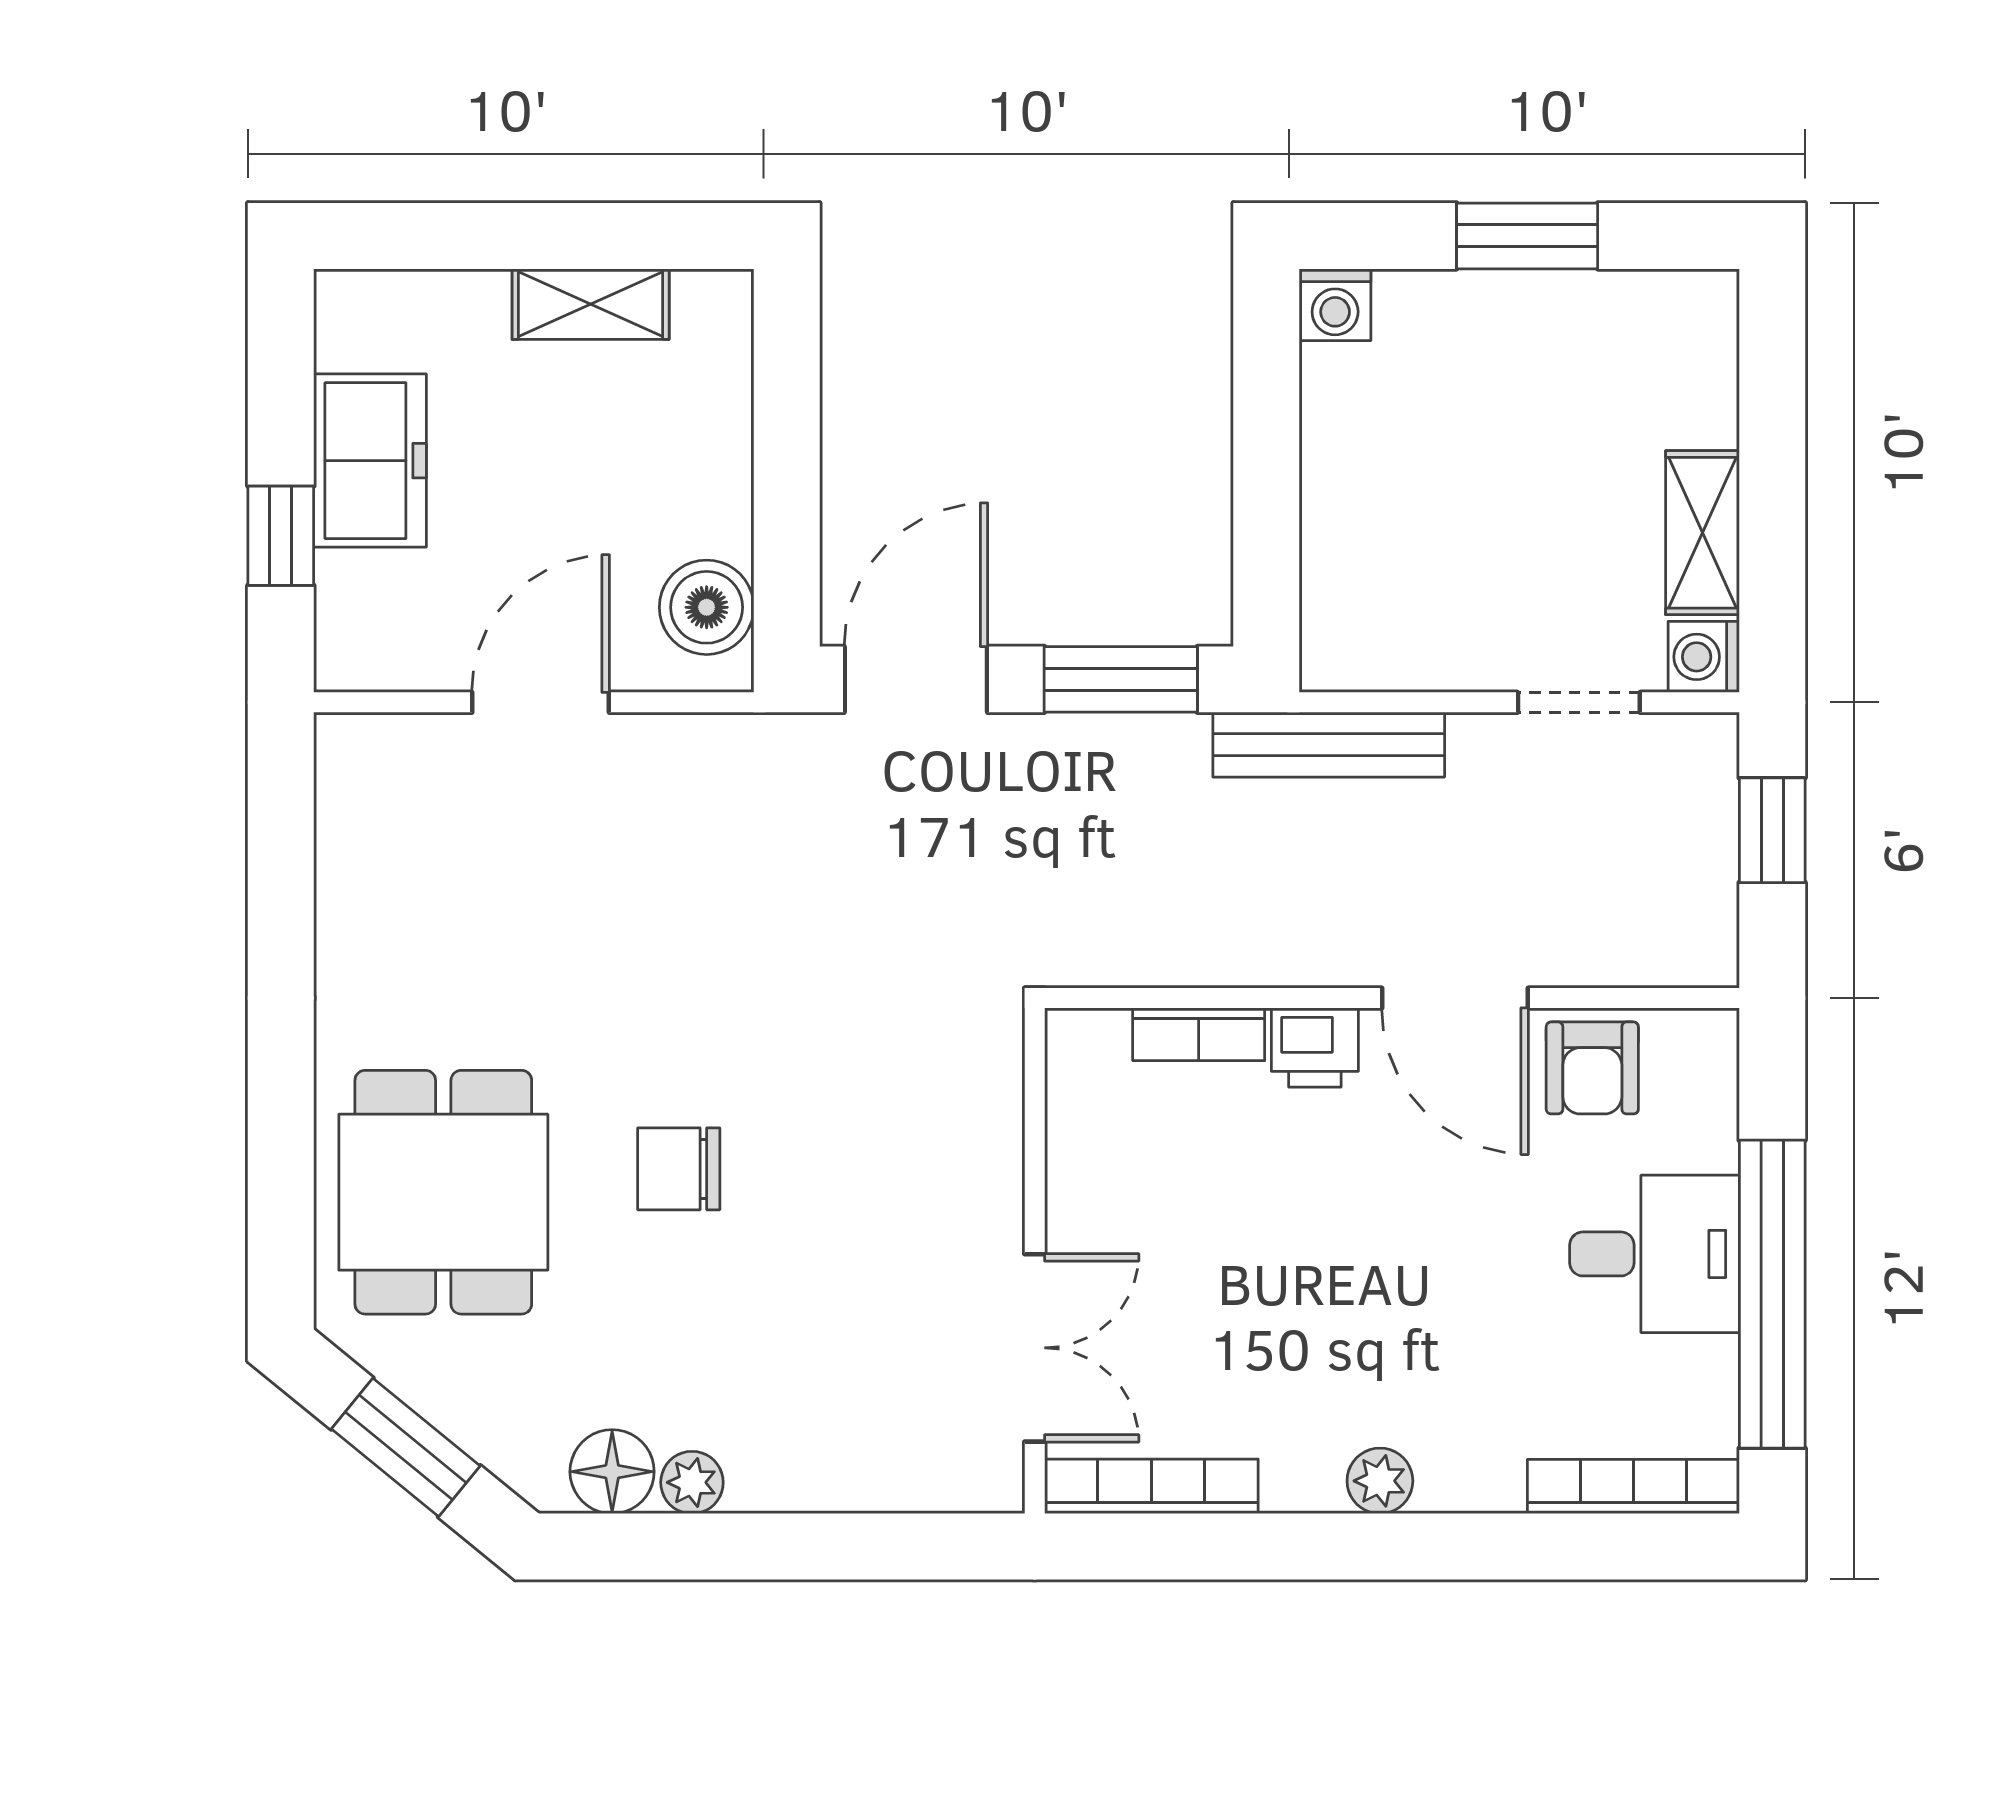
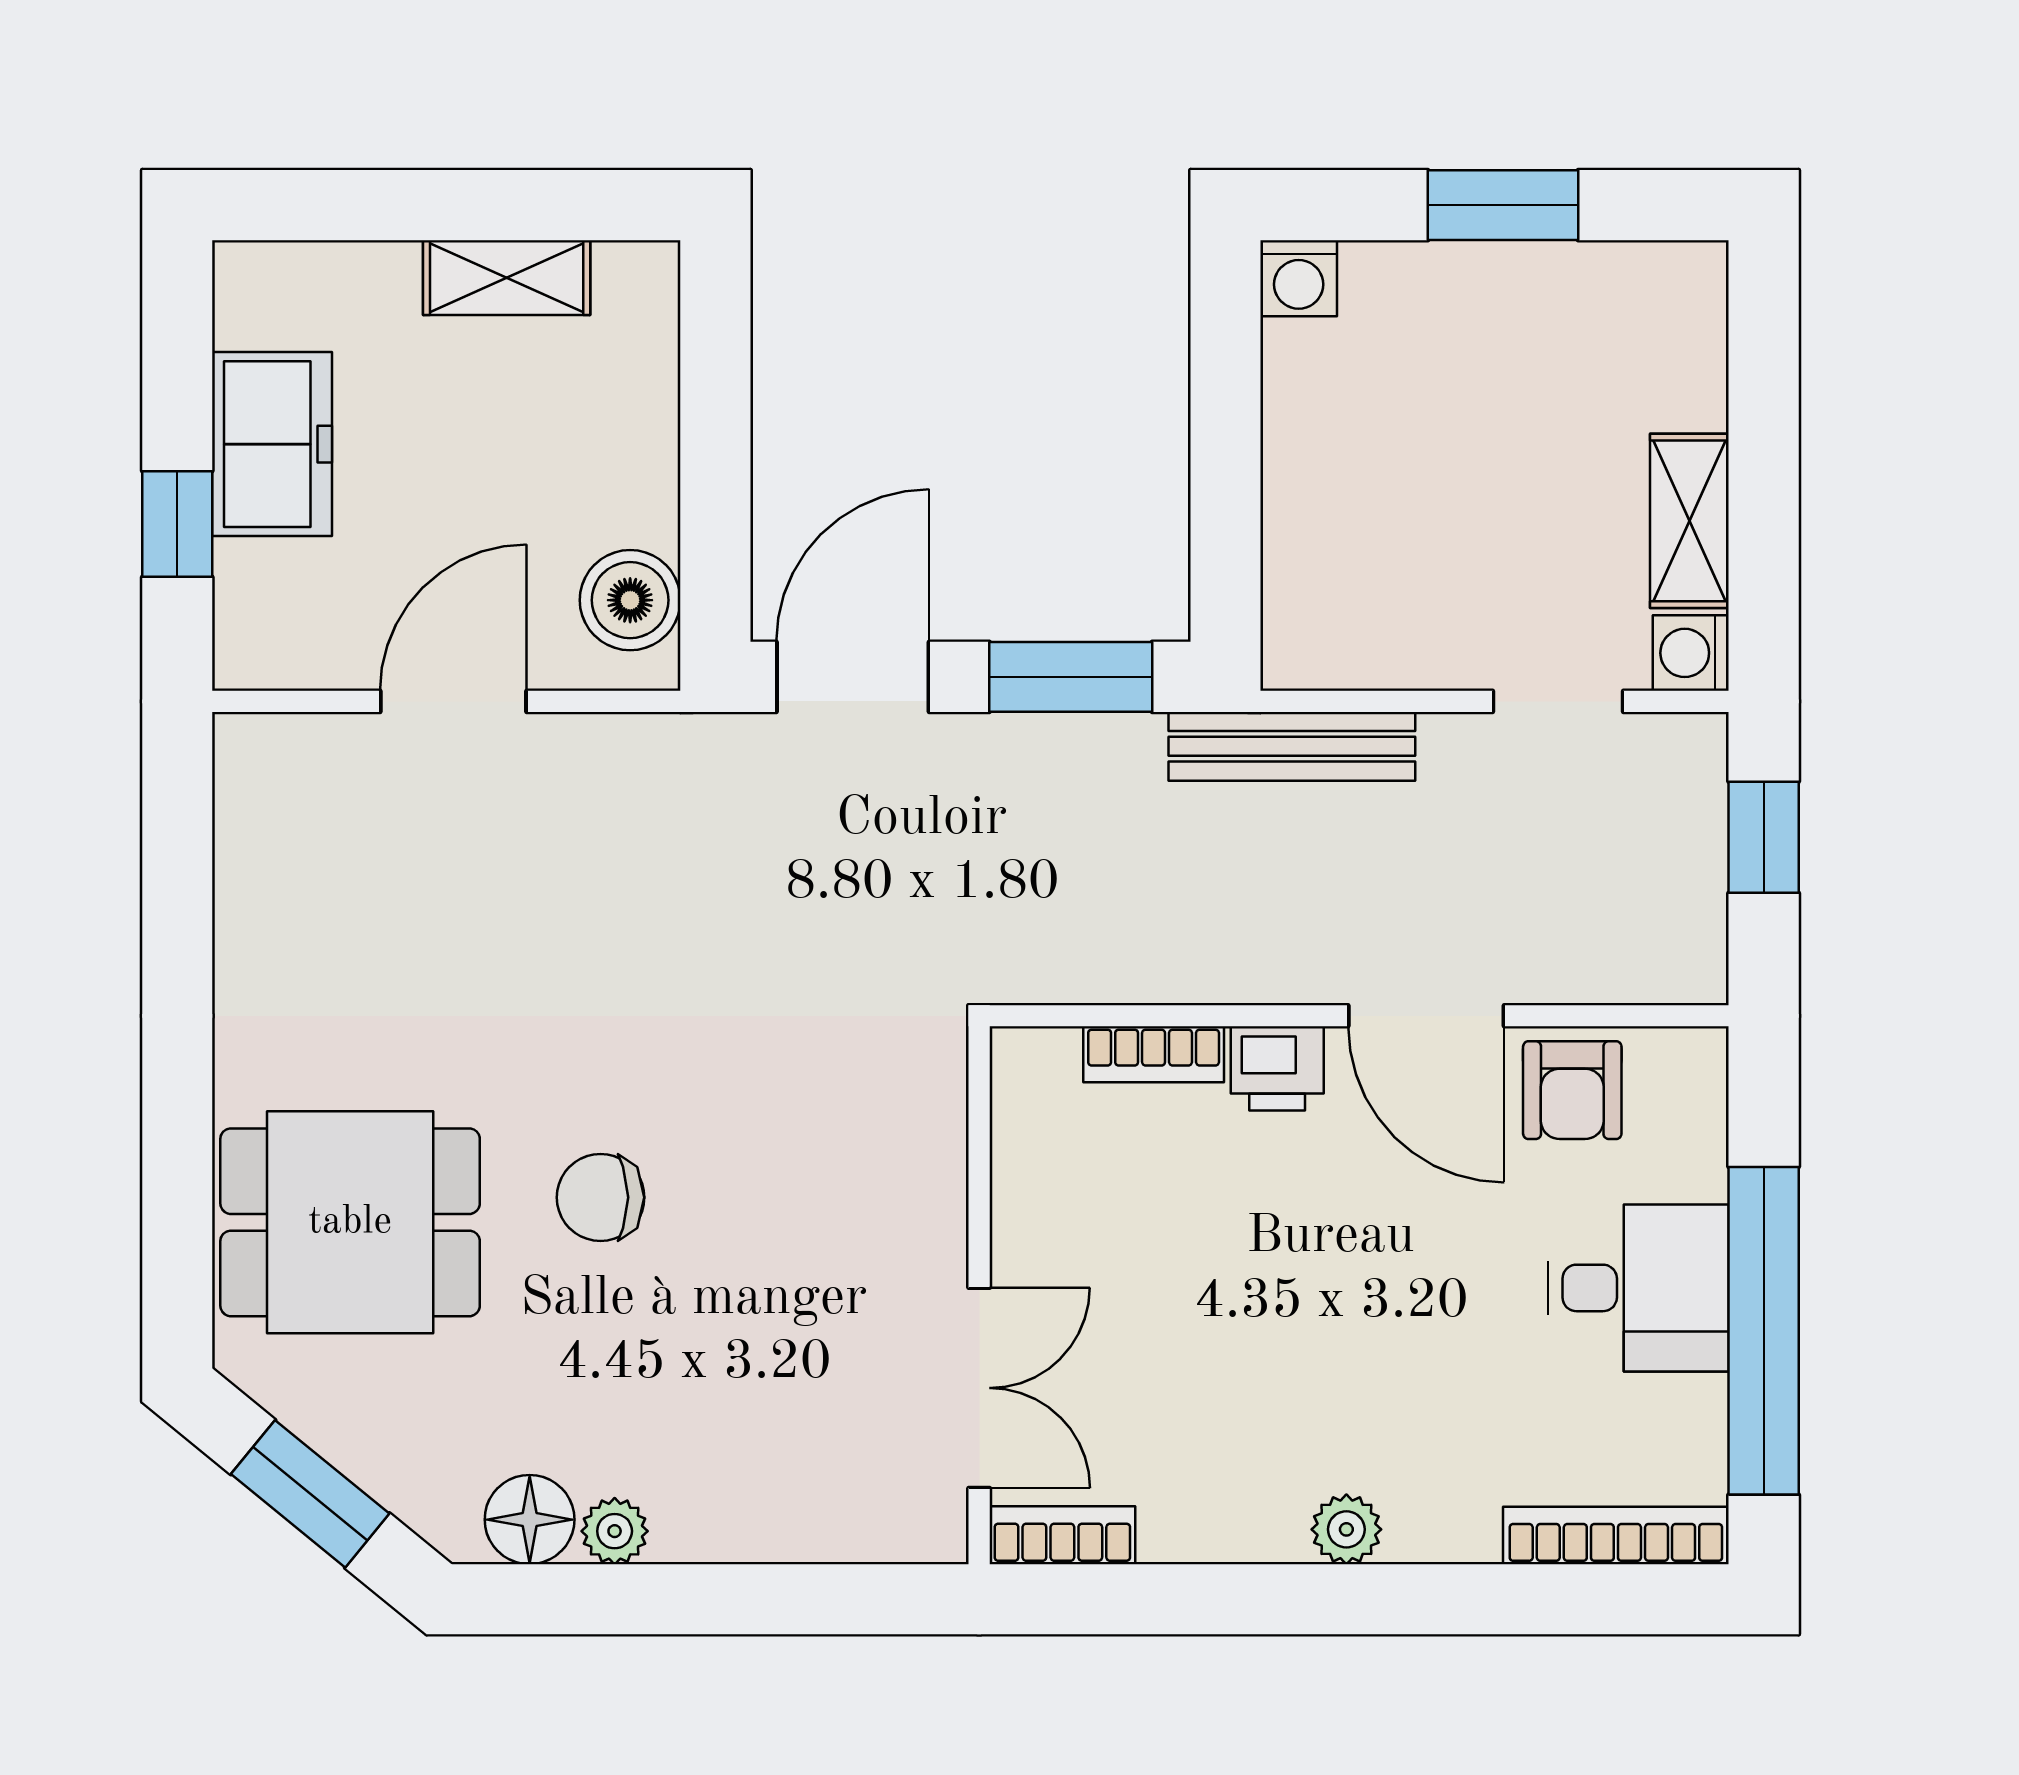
dining table: (443, 1192) -> (350, 1222), turned 90
bookcase: (1151, 1486) -> (1062, 1535), width x0.64

